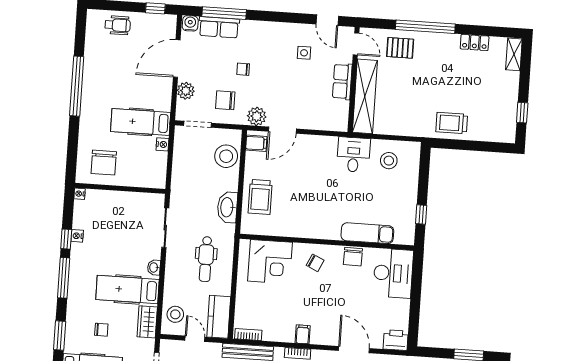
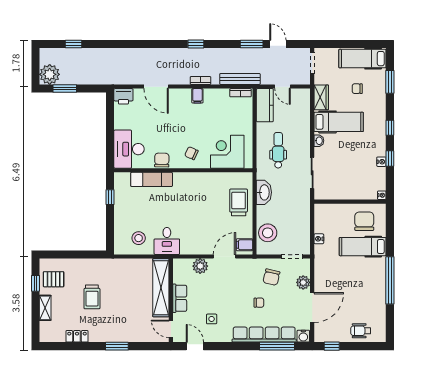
row of seats: (219, 27) -> (264, 335), width x2.02
window: (425, 27) -> (117, 346), width x0.47
pallet: (400, 48) -> (54, 279), moved
shelving: (514, 54) -> (45, 308), moved
chair: (225, 100) -> (271, 277), turned 103
plant: (257, 116) -> (200, 266), moved
hospital bed: (141, 122) -> (363, 247), moved, turned 180
trolley: (452, 123) -> (92, 297), moved, turned 90
window: (64, 278) -> (390, 128), width x0.46
stool: (175, 314) -> (299, 105), removed

